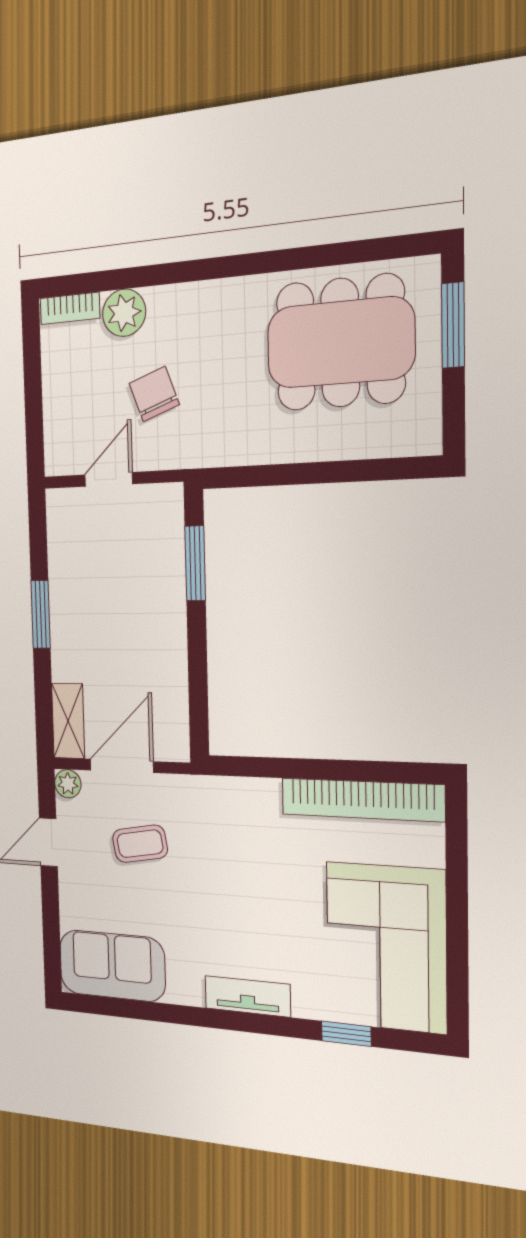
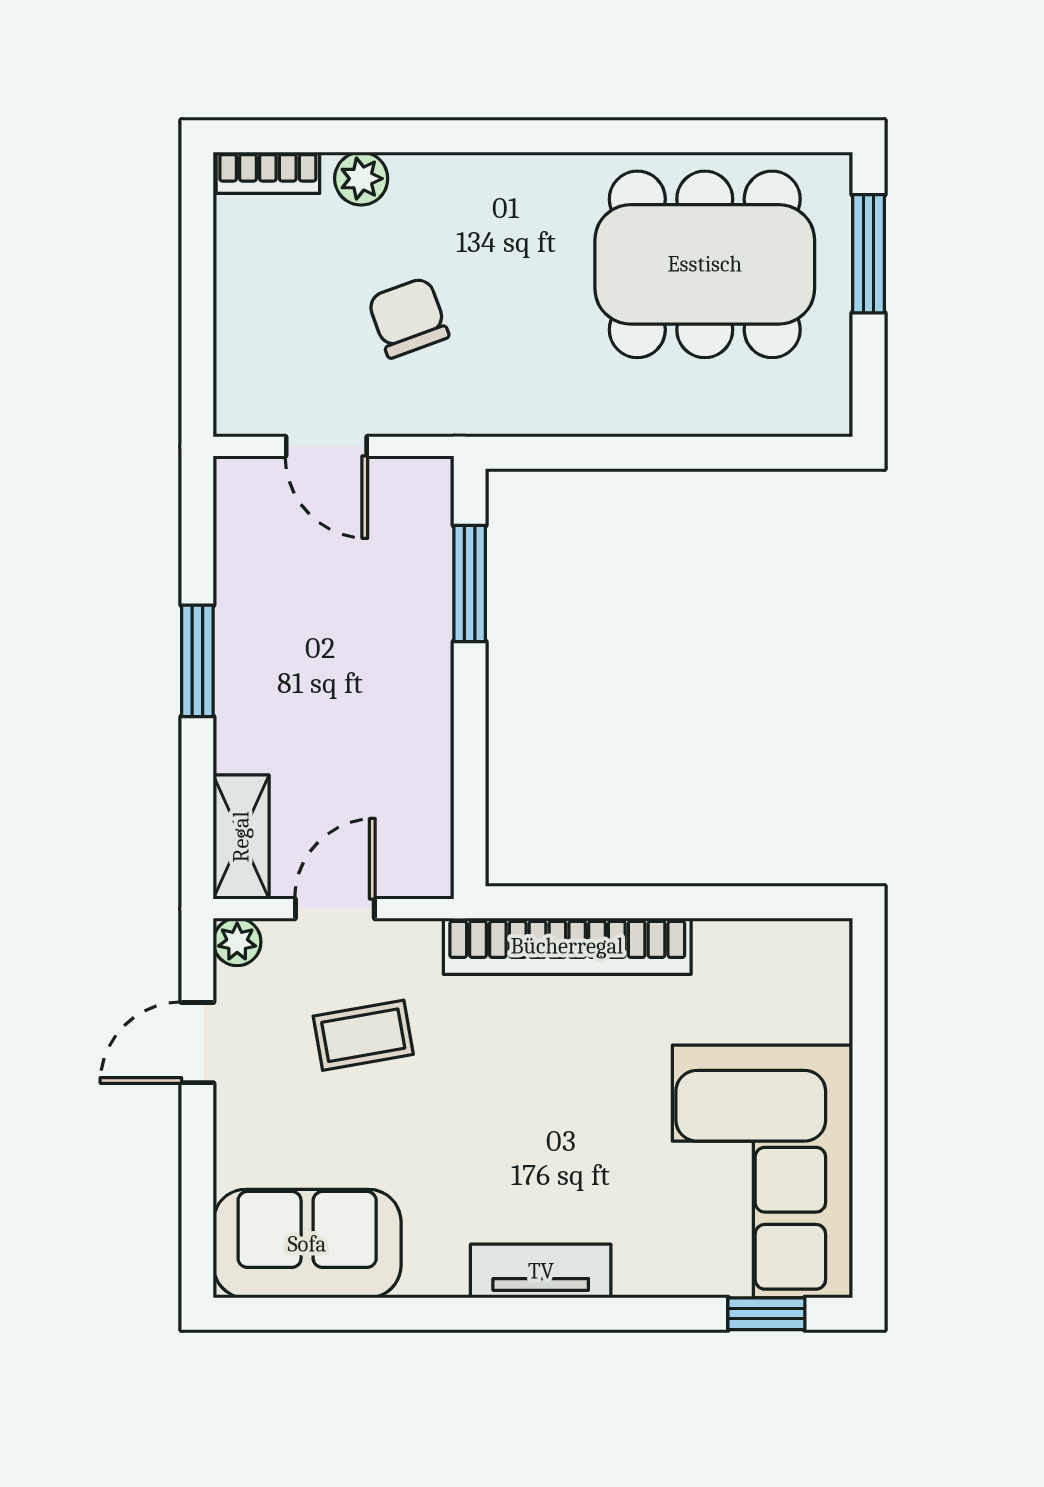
plant: (124, 313) -> (361, 179), width x0.73, depth x0.73
door: (109, 479) -> (326, 446), swing flipped
door: (122, 766) -> (335, 909), width x0.73
bookcase: (362, 800) -> (567, 946), moved
window: (346, 1034) -> (766, 1314), moved

